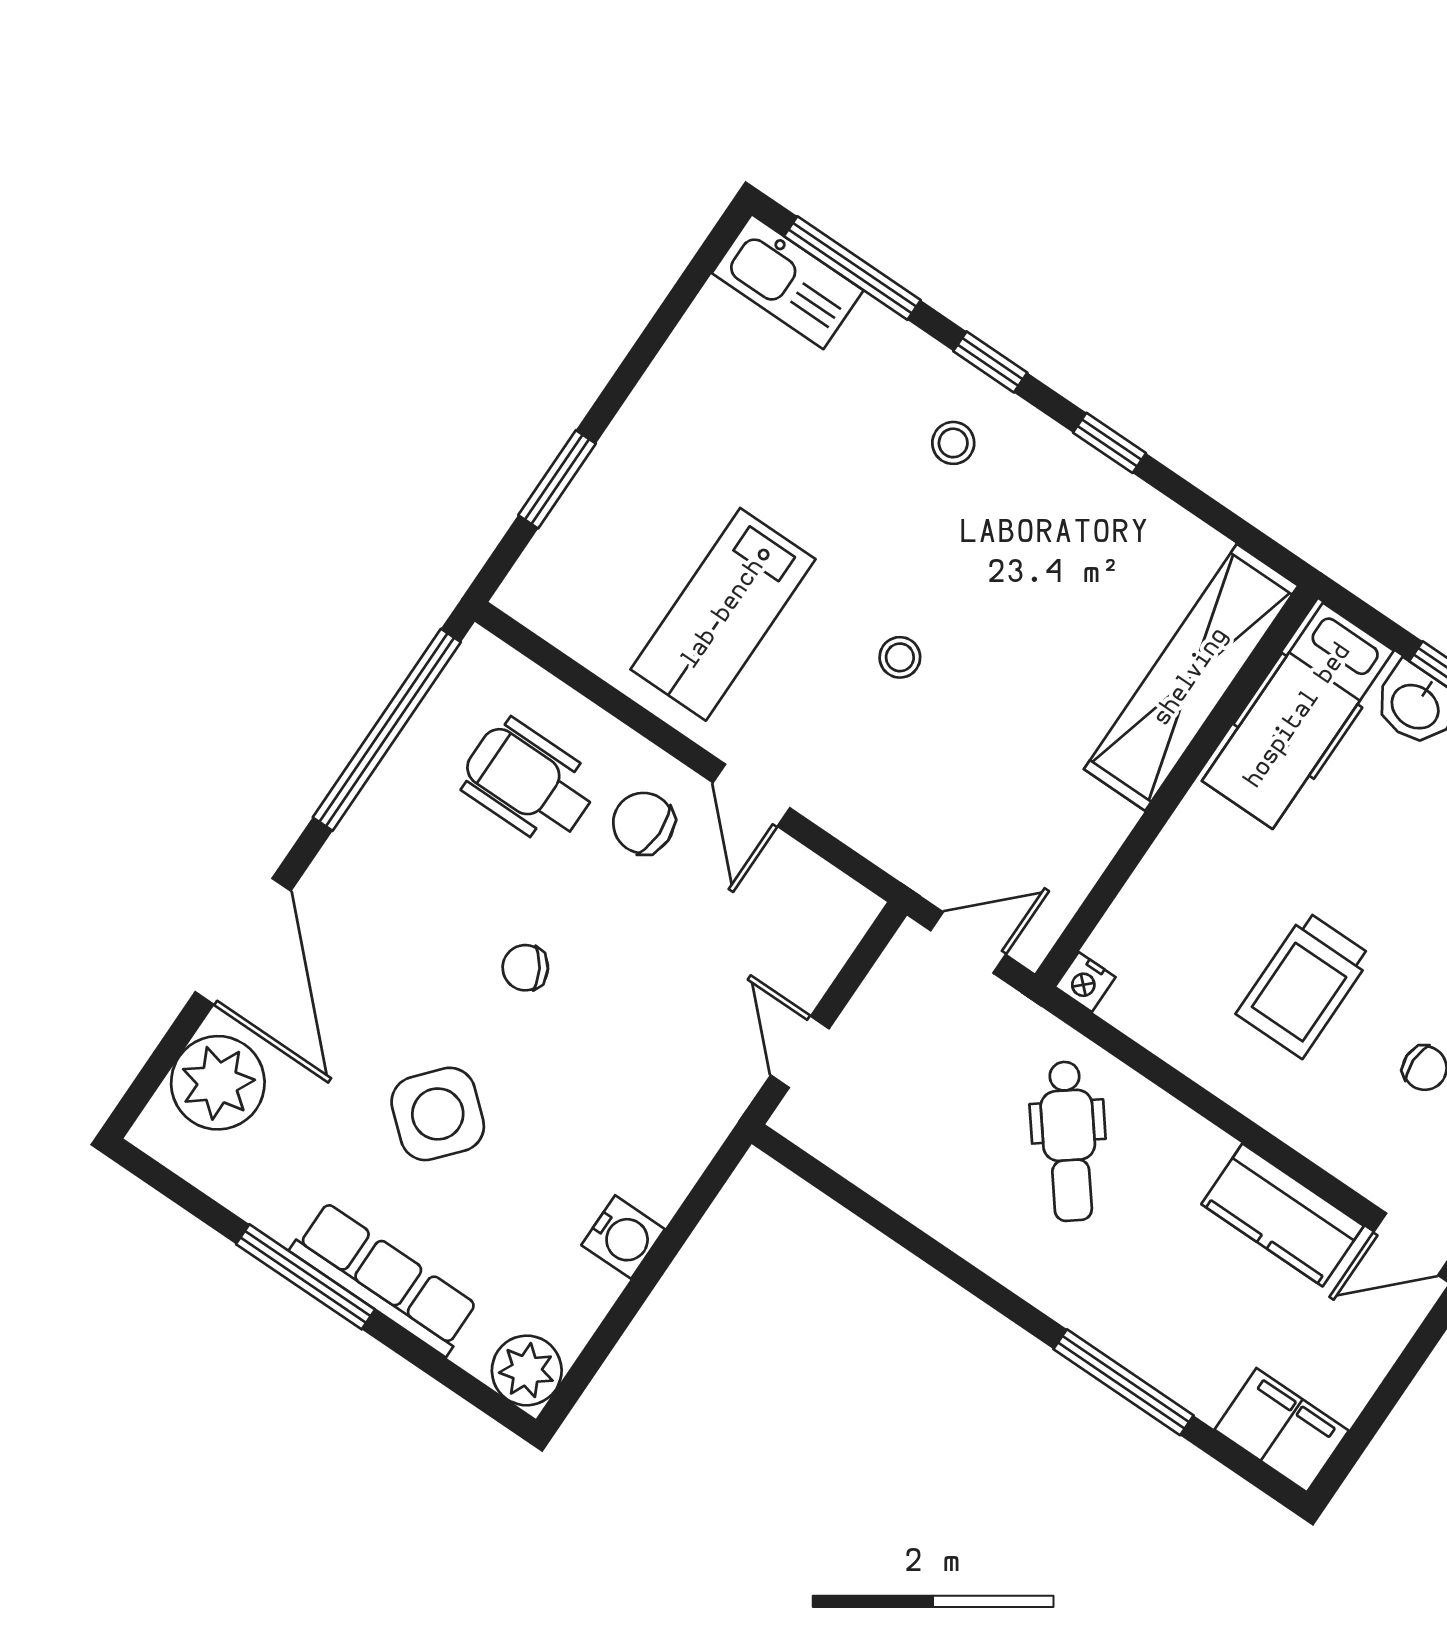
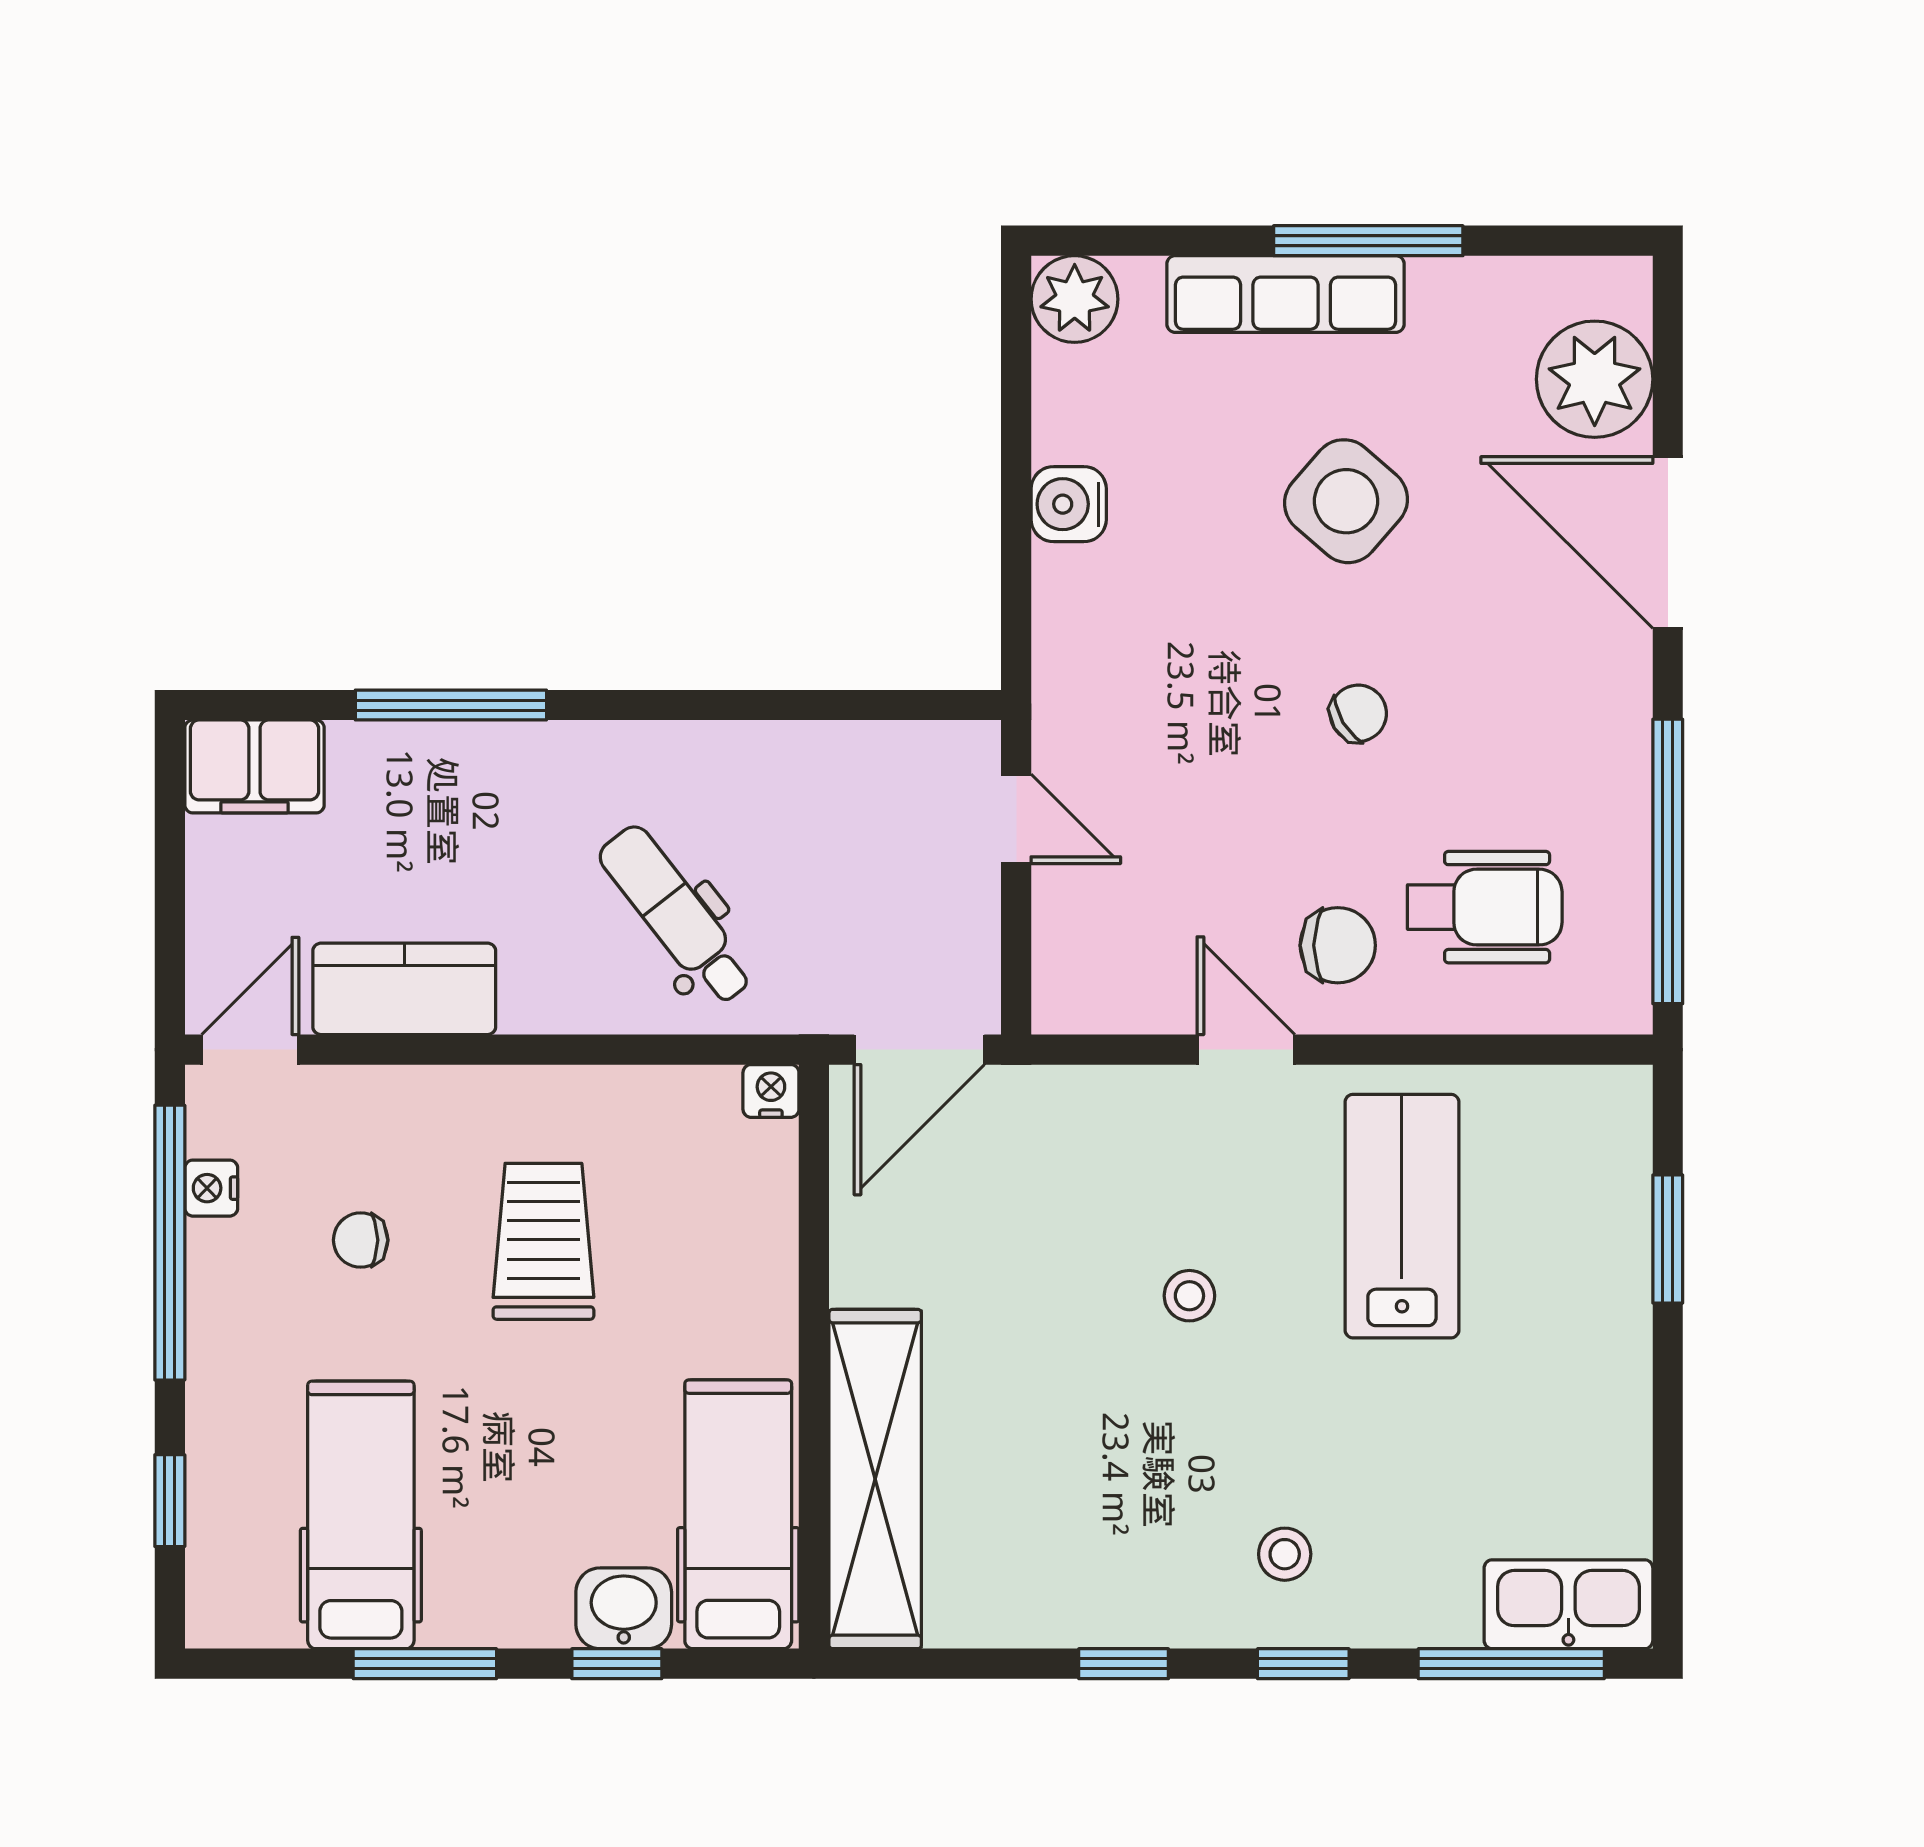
door: (968, 943) -> (919, 1050), width x1.38

